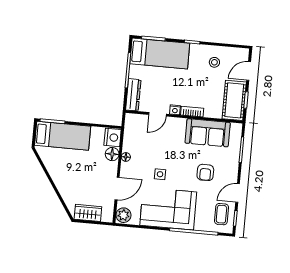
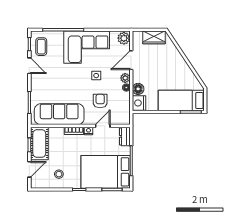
bed: (160, 53) -> (106, 172), width x1.50
dresser: (133, 95) -> (125, 136), width x0.70
sofa: (208, 133) -> (59, 114), width x1.36
plant: (126, 168) -> (125, 78), added
armchair: (205, 172) -> (100, 101), moved
door: (238, 193) -> (29, 66), hinge flipped

